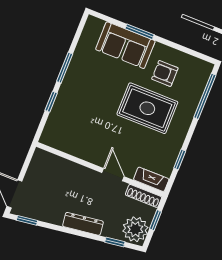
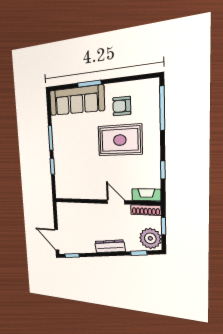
sofa: (125, 45) -> (76, 100), width x1.36

